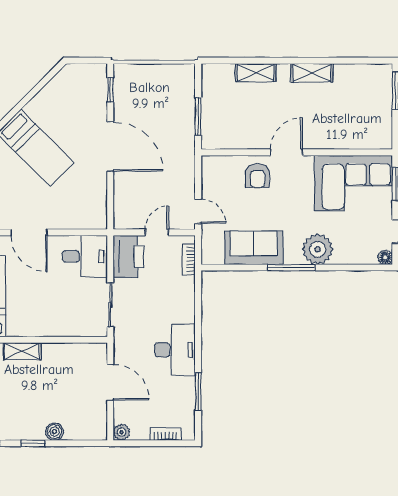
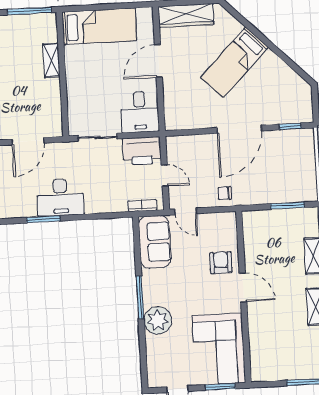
window: (198, 116) -> (287, 206), moved
chair: (180, 167) -> (225, 193), added
armchair: (257, 176) -> (221, 263), turned 90
door: (198, 211) -> (186, 211), hinge flipped
sofa: (254, 248) -> (155, 242), moved
floor lamp: (385, 257) -> (154, 381), removed
window: (198, 391) -> (43, 219), moved

